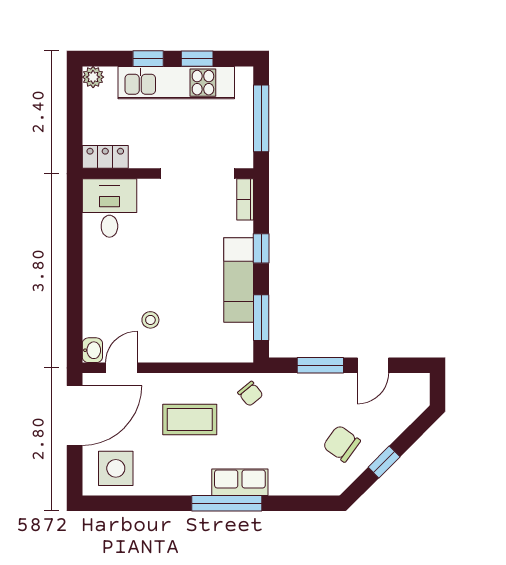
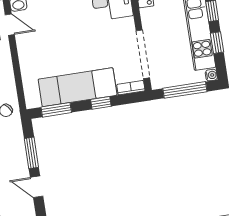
water cooler: (245, 75) -> (211, 75), added
exam couch: (239, 280) -> (78, 87), width x1.36, depth x1.45
stool: (150, 320) -> (44, 39), removed

